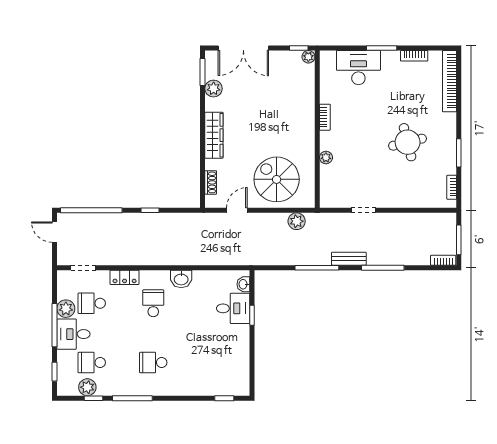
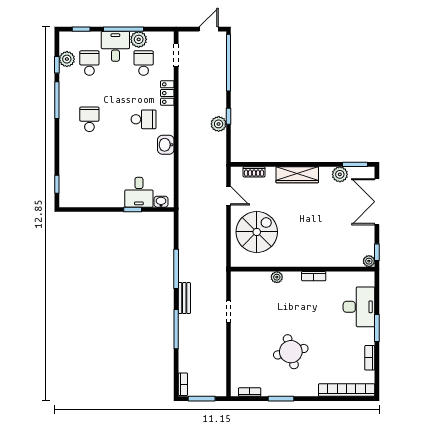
plant: (297, 221) -> (219, 124), moved

